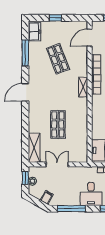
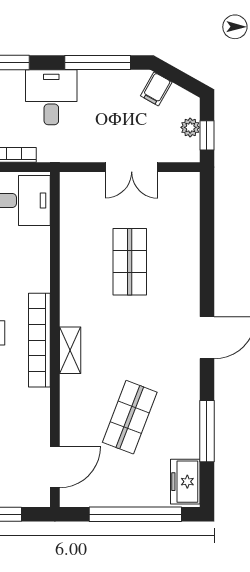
window: (56, 18) -> (135, 514), width x3.17
shop shelf: (58, 59) -> (130, 417), turned 42
bookcase: (96, 74) -> (39, 340), moved
shelving: (34, 148) -> (186, 207), removed

